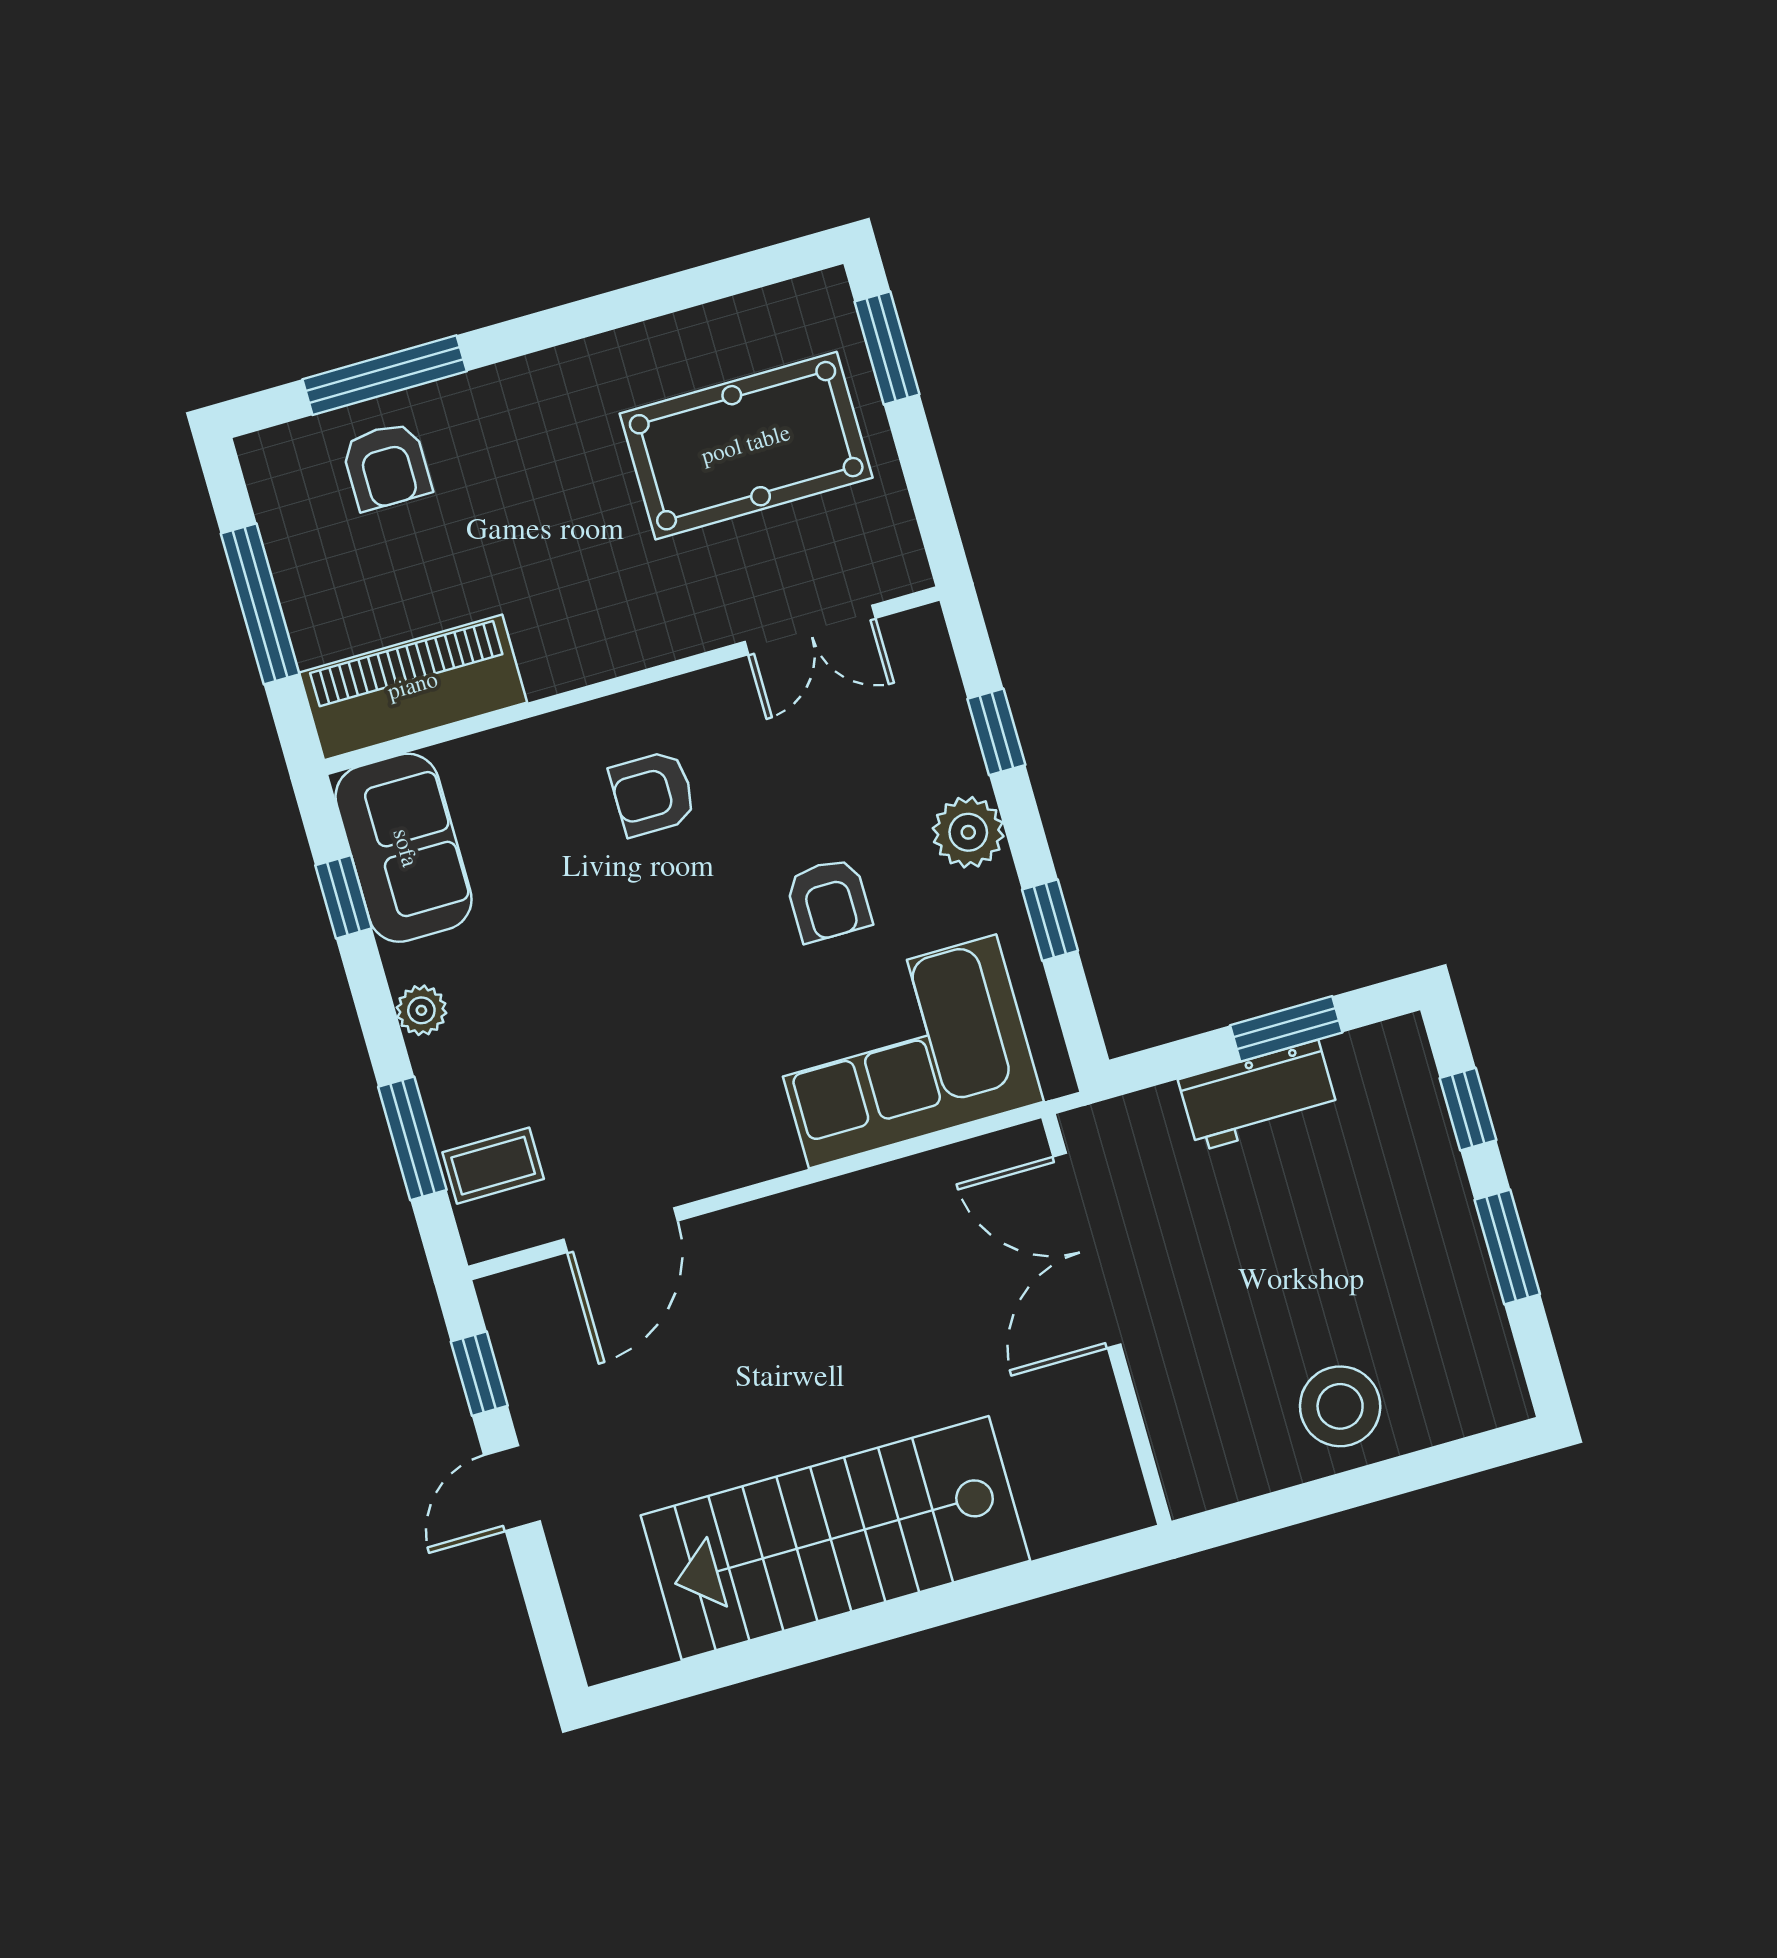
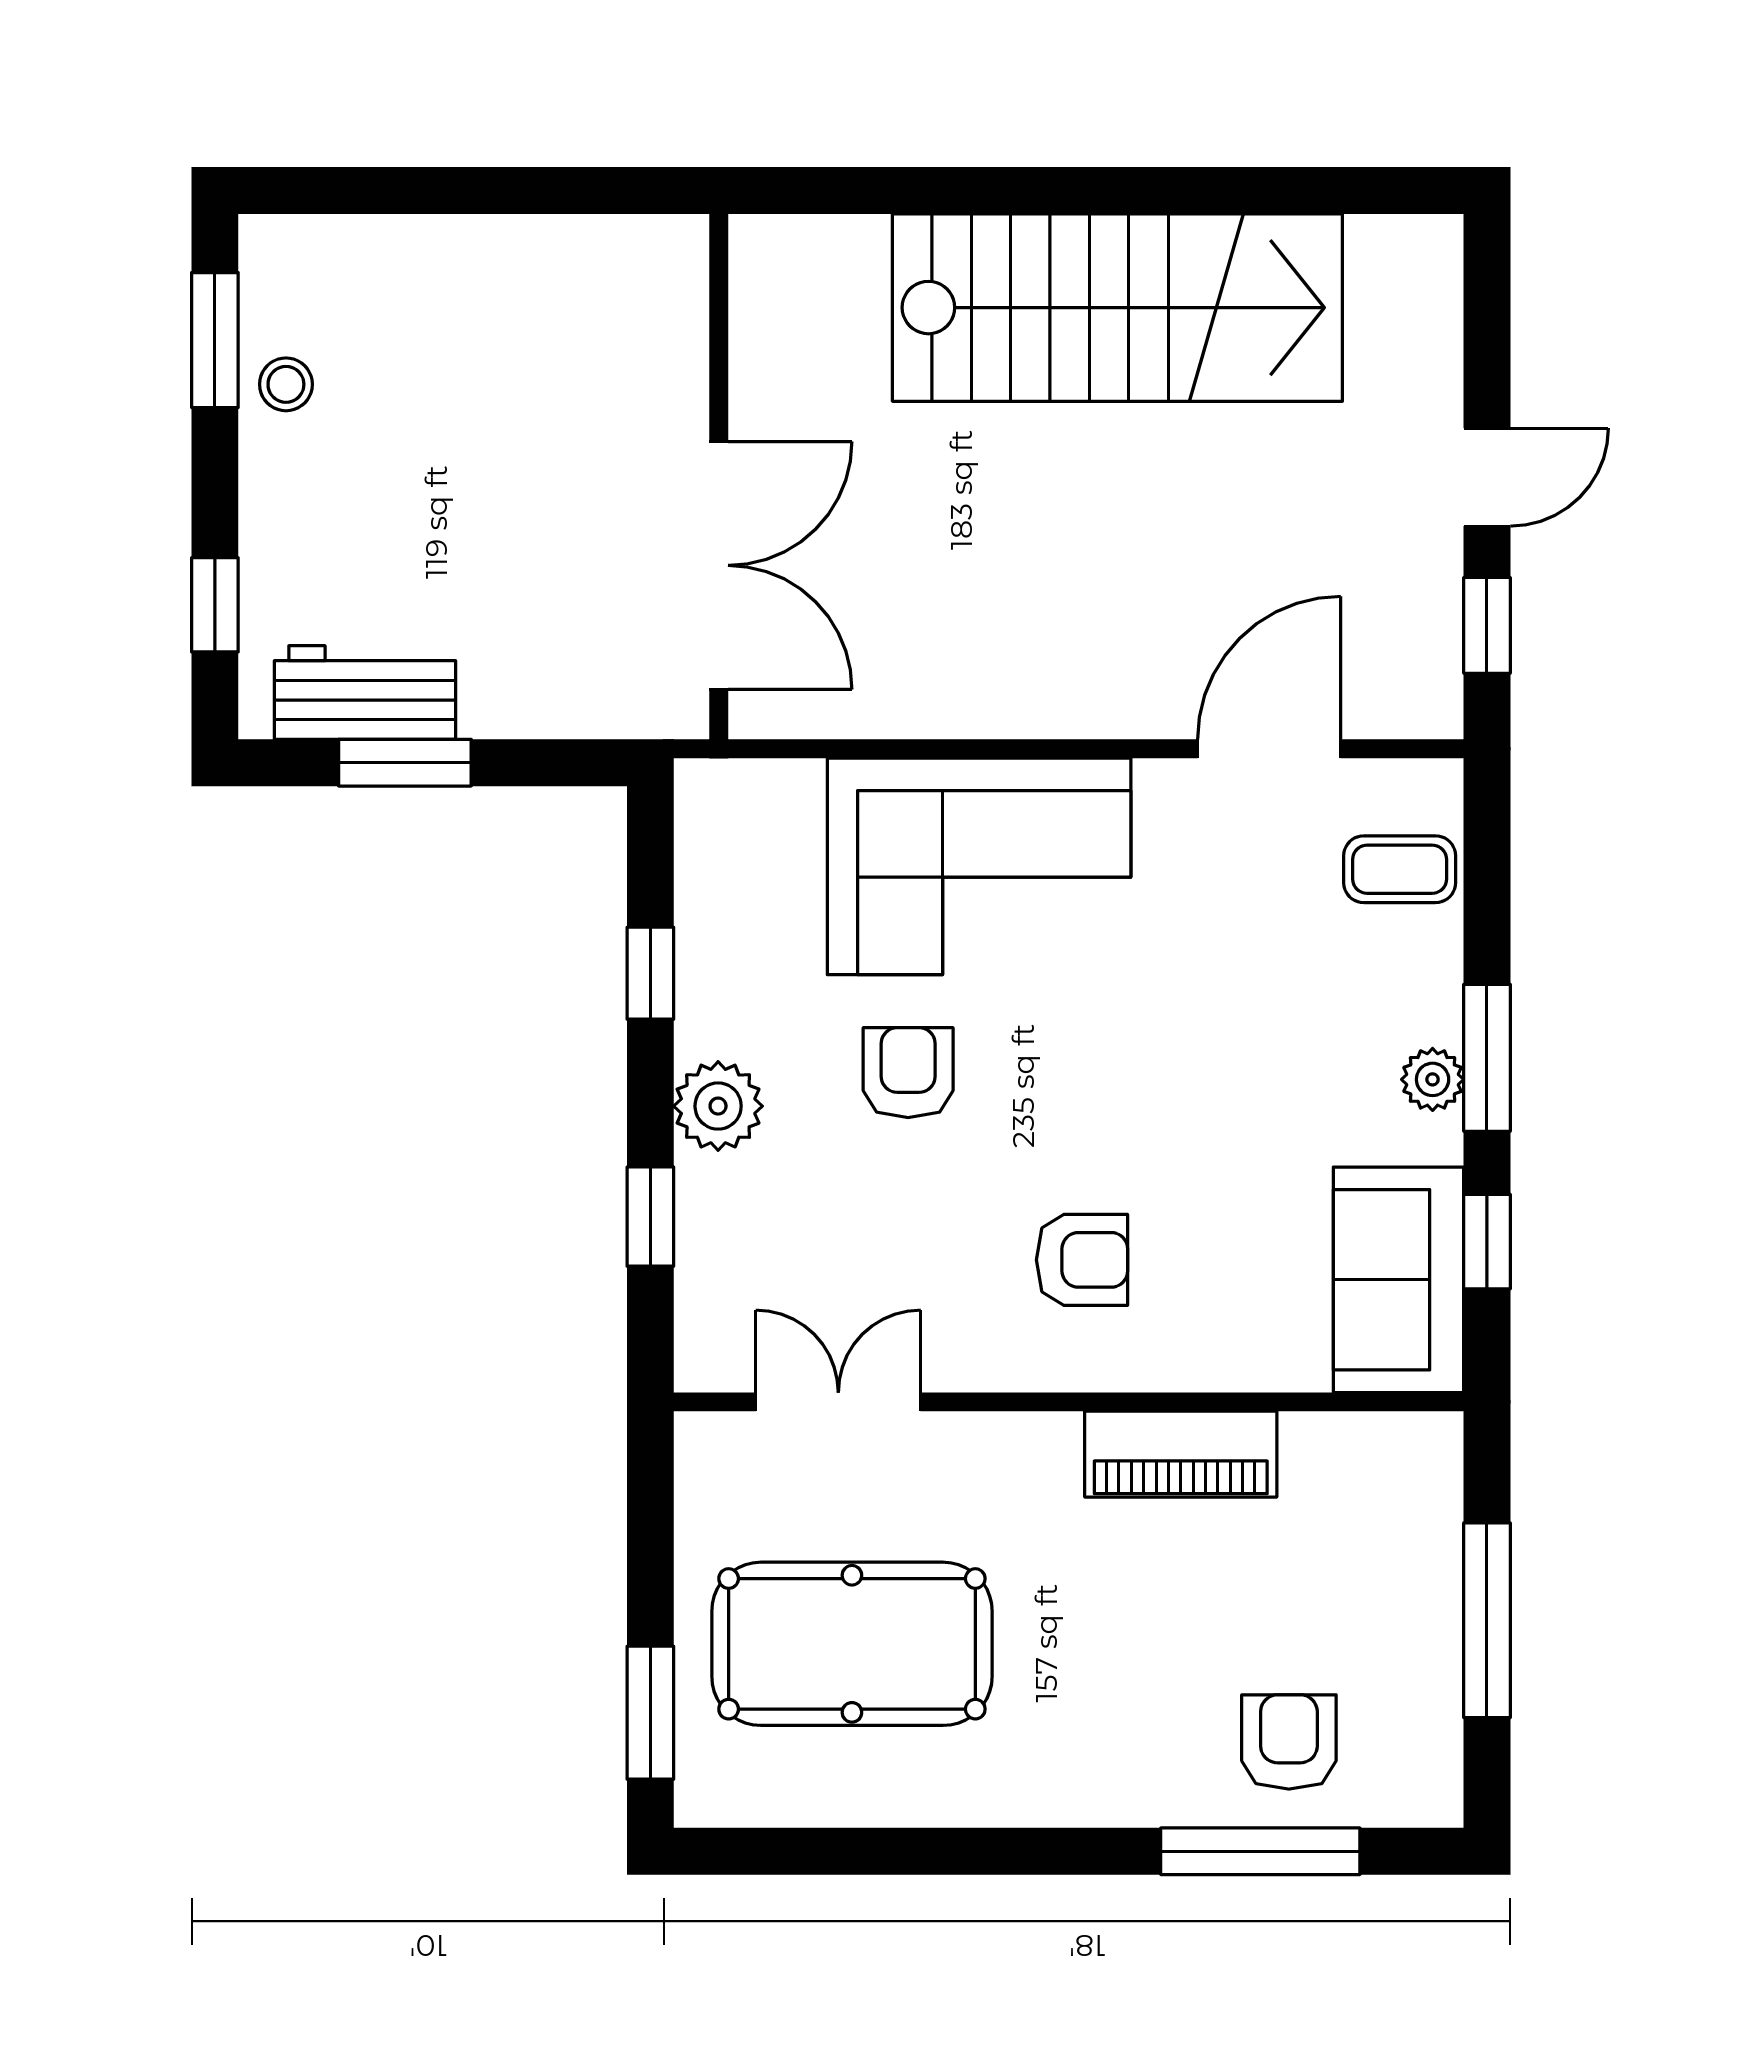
piano: (413, 687) -> (1181, 1454), moved, width x0.73, depth x0.75
corner sofa: (903, 1051) -> (979, 866), moved
workbench: (1258, 1096) -> (365, 693), moved
window: (412, 1138) -> (1487, 1058), moved
window: (1507, 1247) -> (215, 340), moved
stool: (1340, 1406) -> (286, 384), moved, width x0.53, depth x0.53

